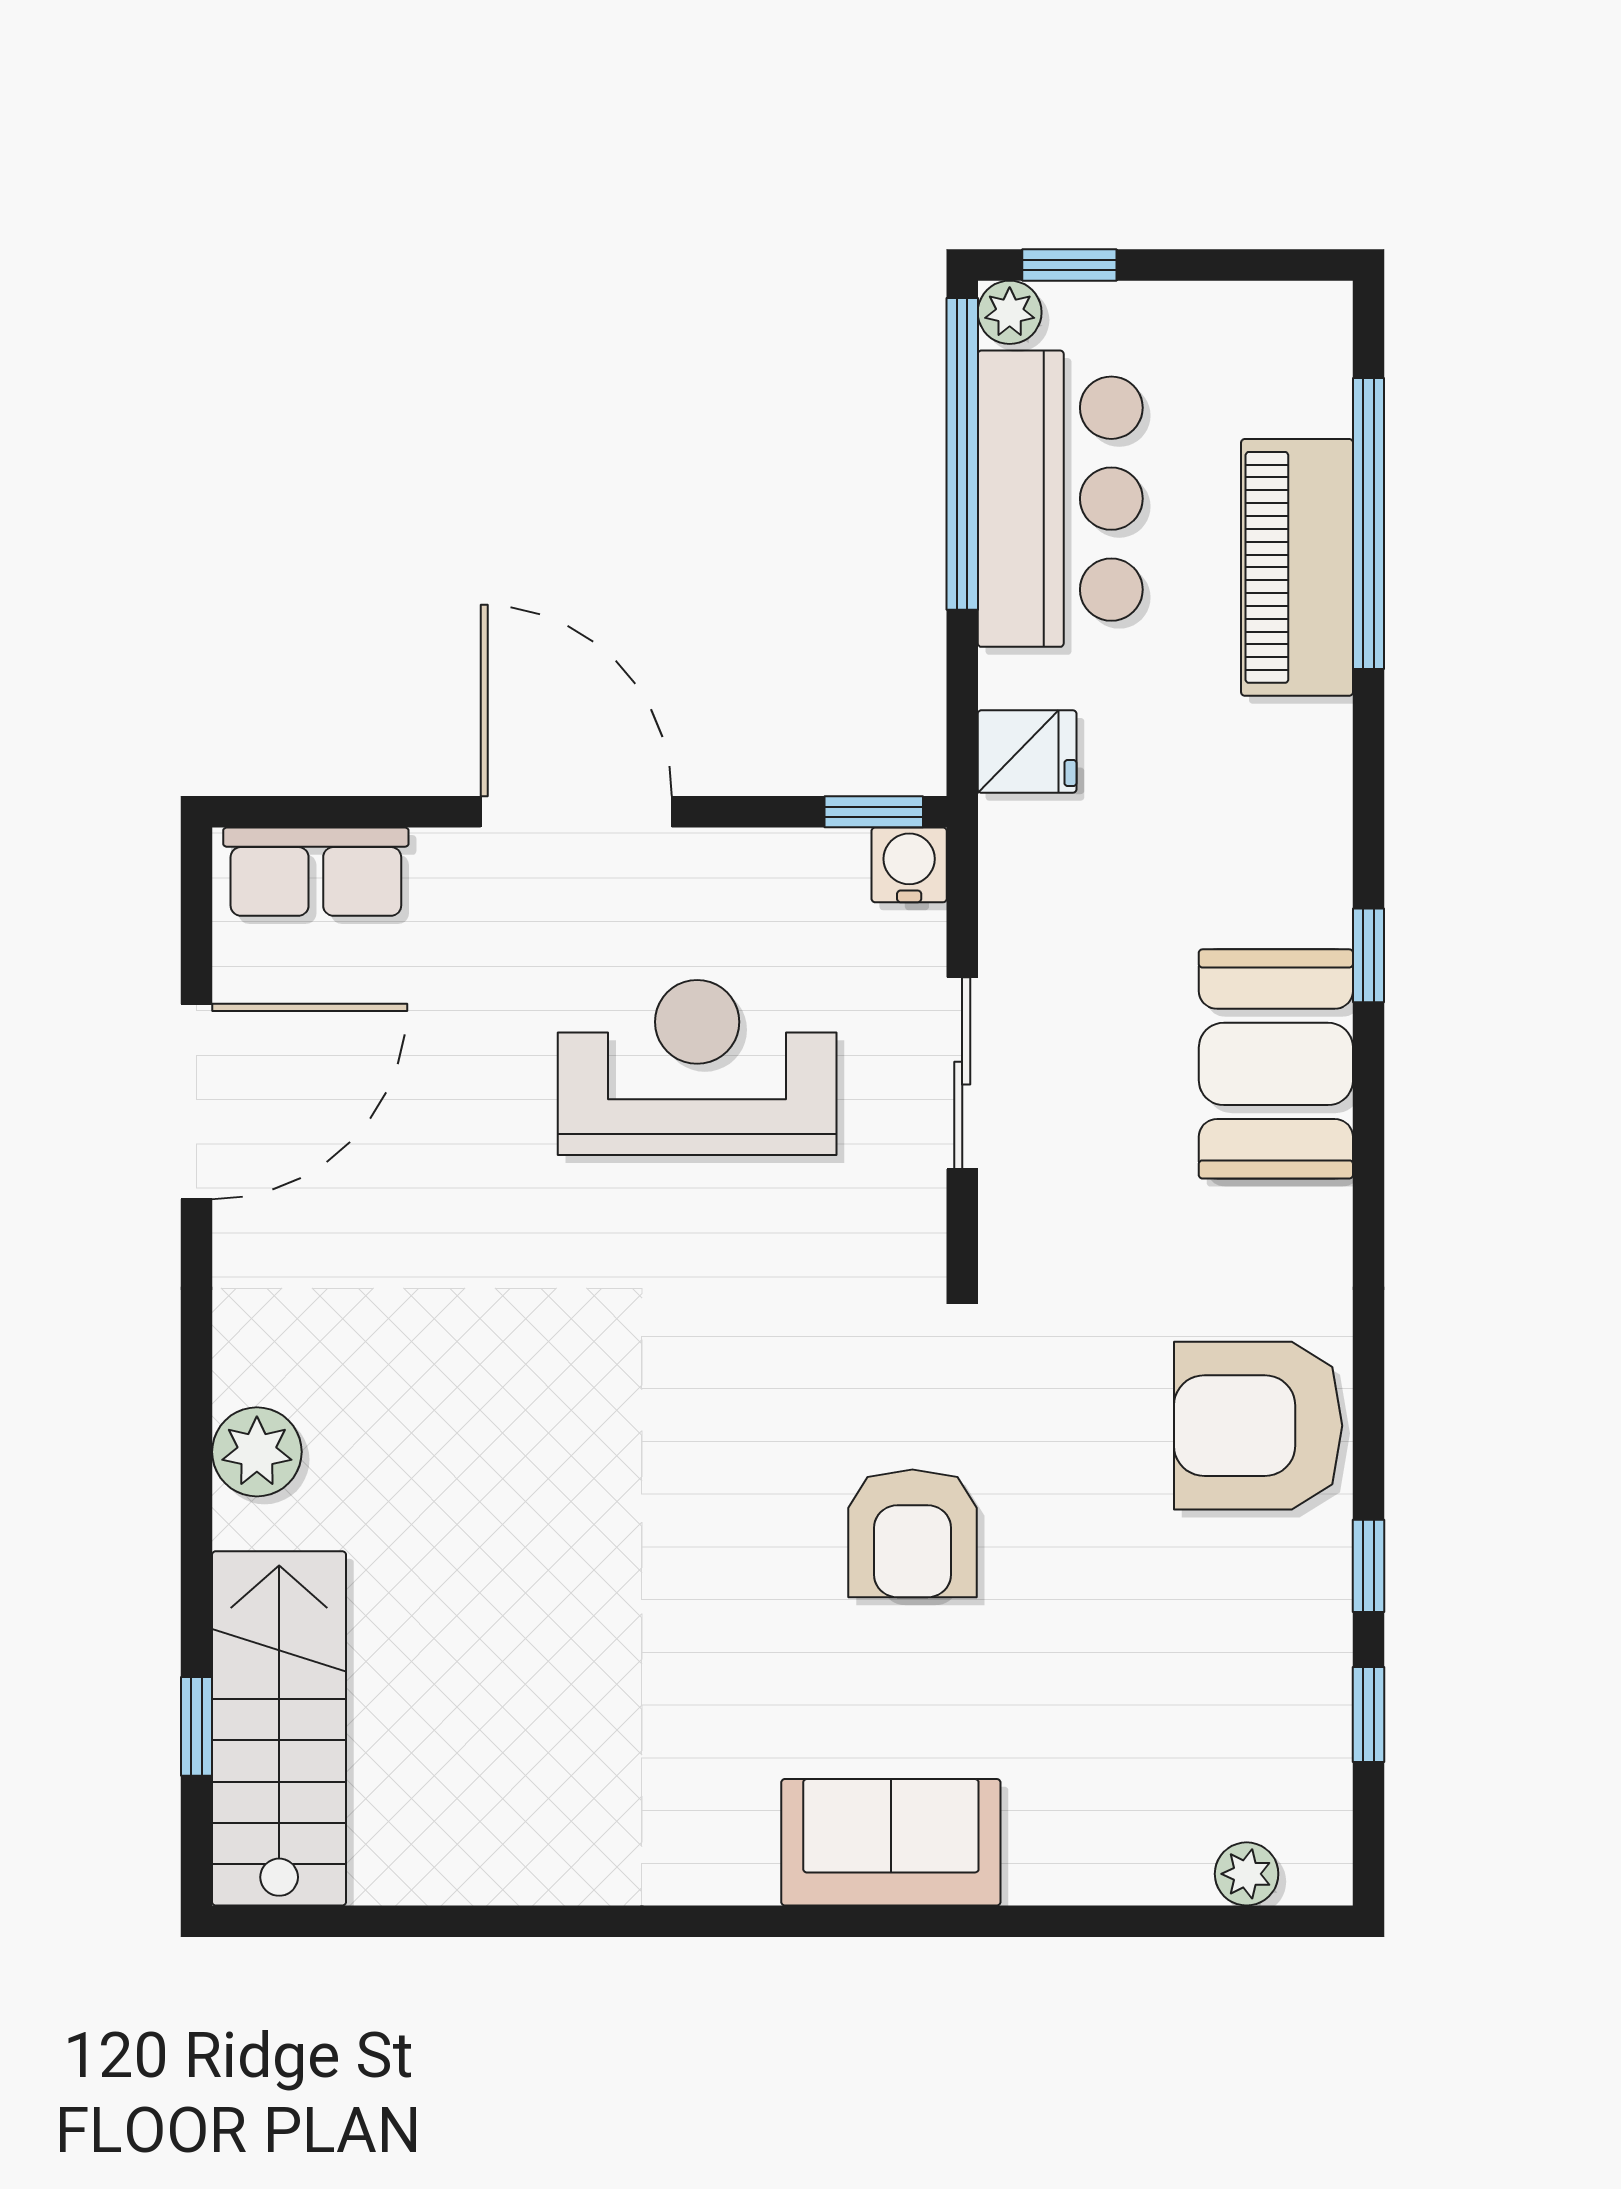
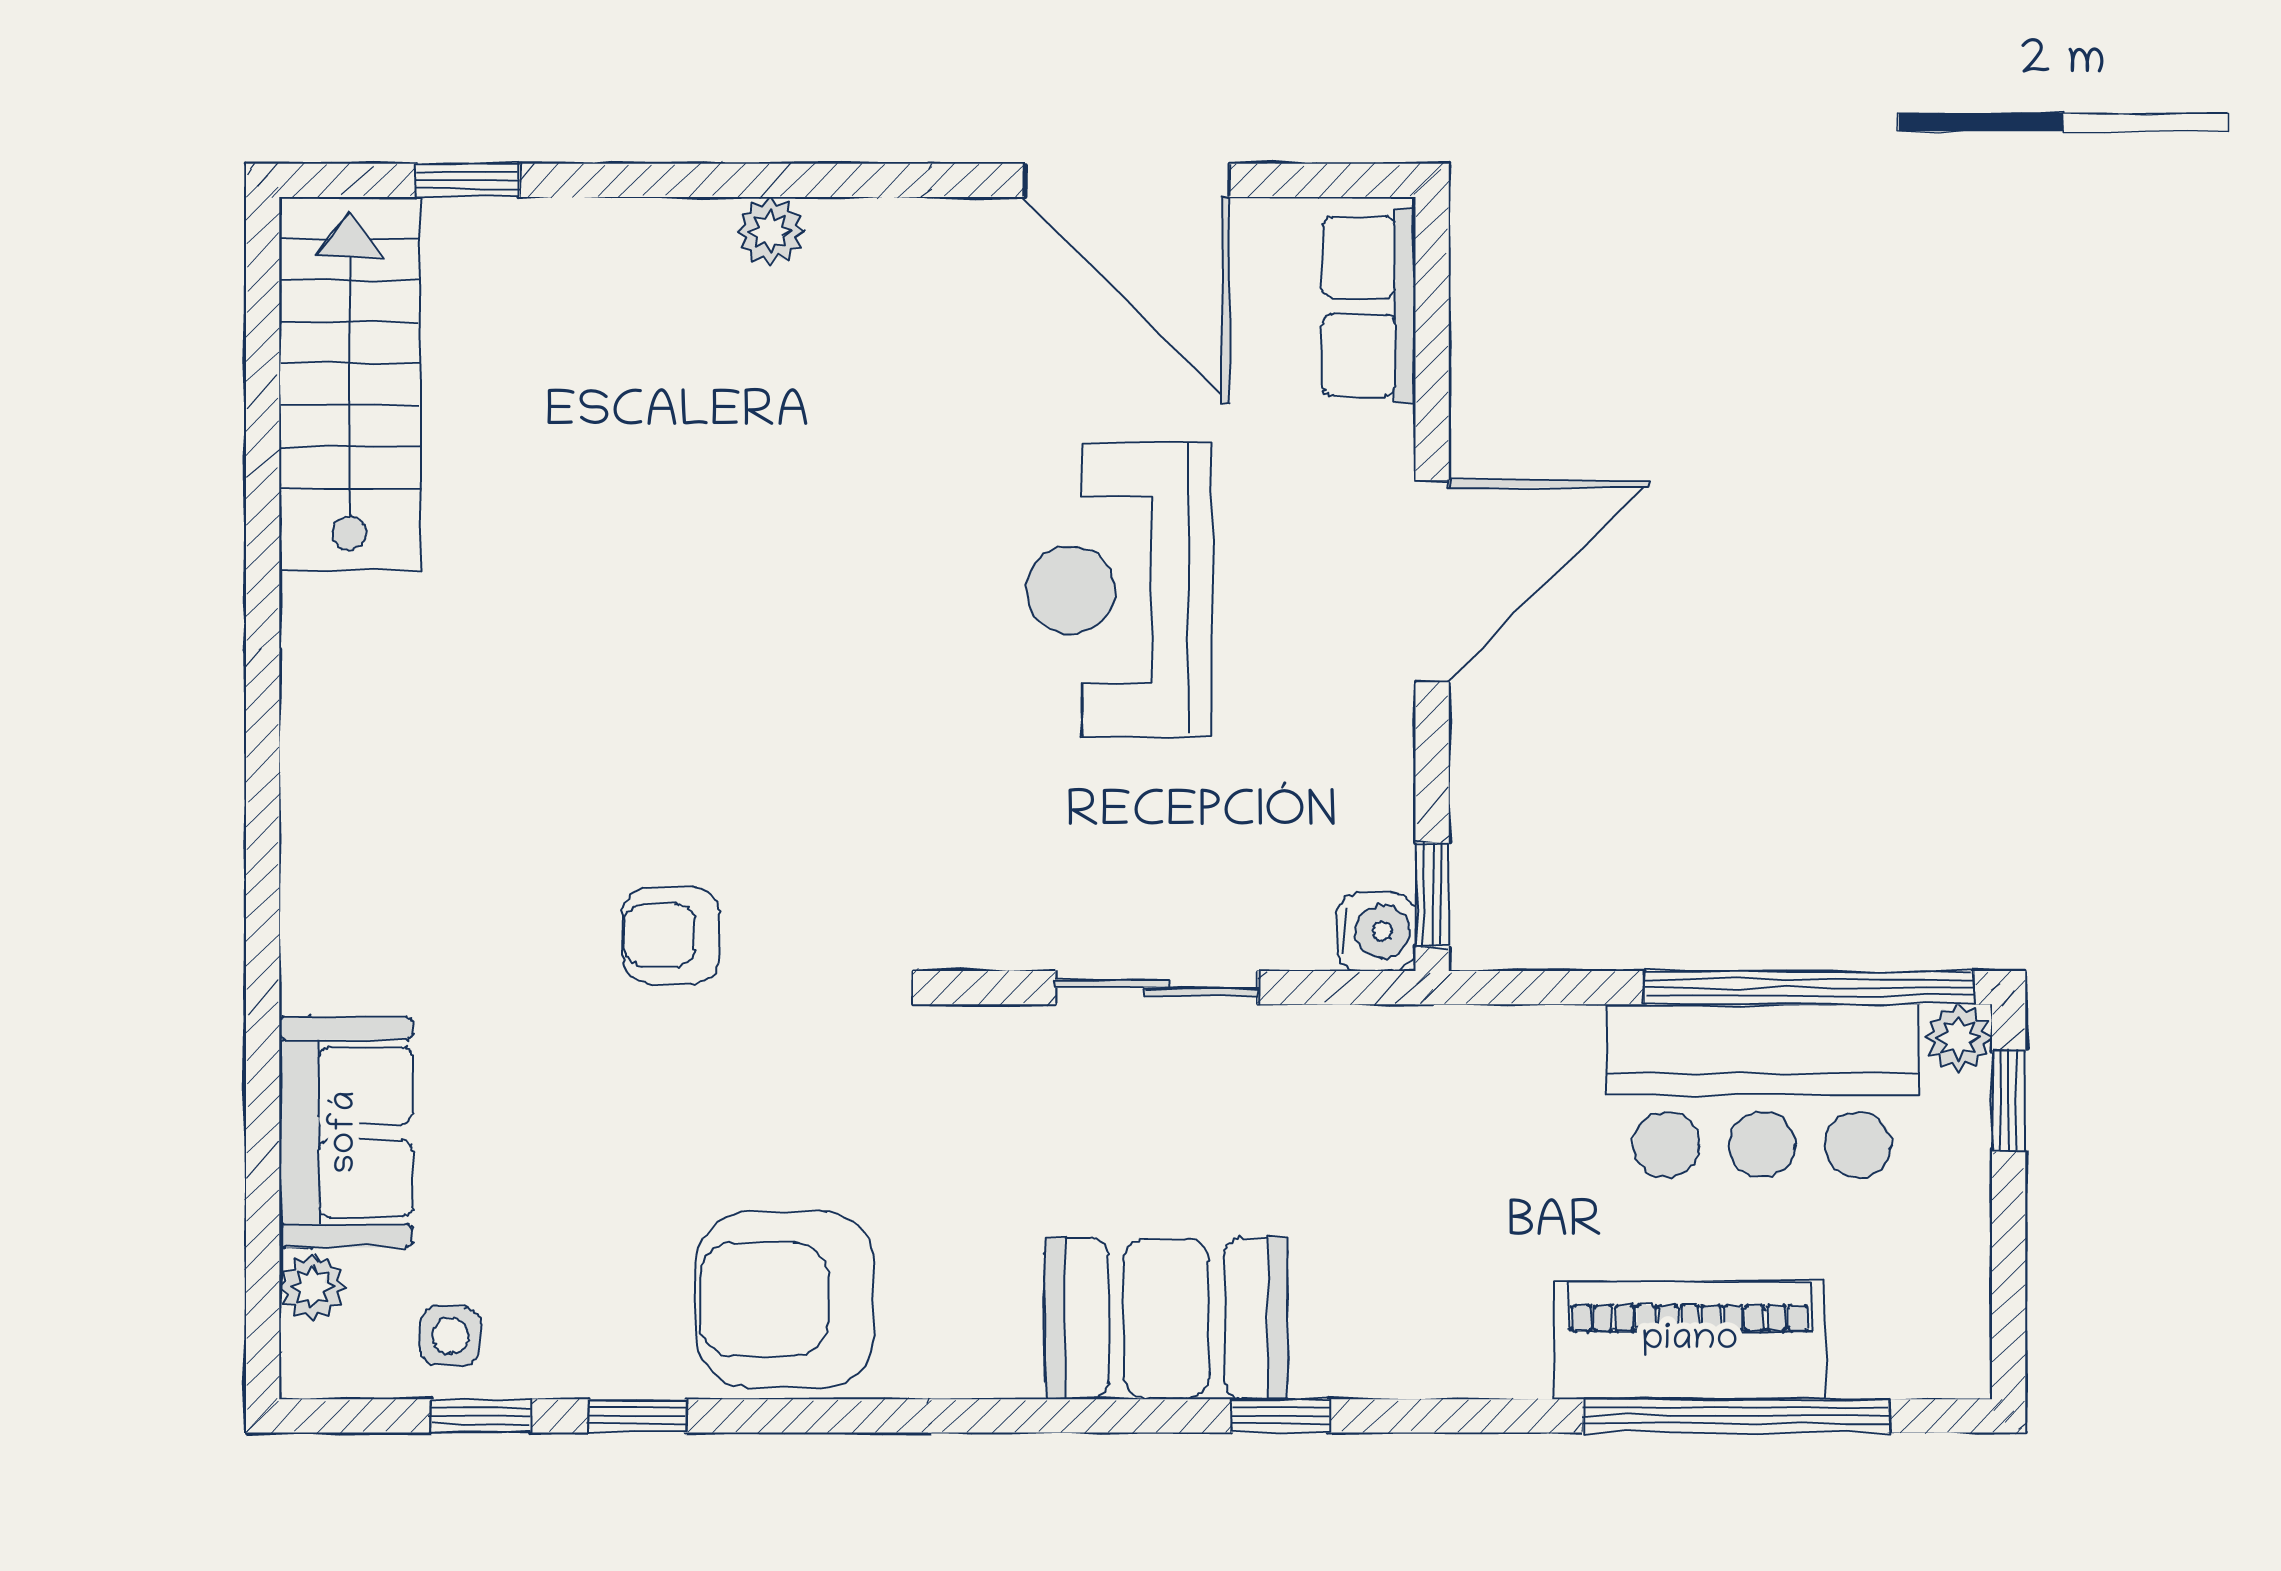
fridge: (1027, 752) -> (1496, 1056), removed
reception desk: (697, 1067) -> (1119, 590), moved, turned 180
armchair: (1258, 1426) -> (785, 1299), turned -90
plant: (257, 1452) -> (770, 231), width x0.73, depth x0.73
armchair: (912, 1533) -> (671, 935), width x0.72, depth x0.72
stairs: (279, 1728) -> (350, 384), moved, turned -90
side table: (1292, 1743) -> (450, 1336), added
sofa: (891, 1842) -> (346, 1132), moved

